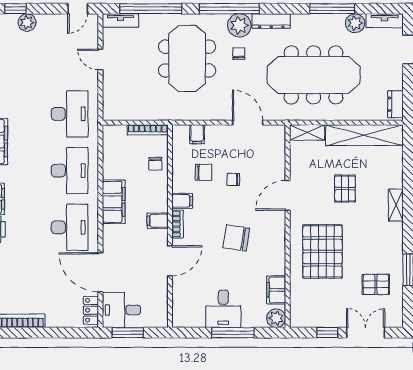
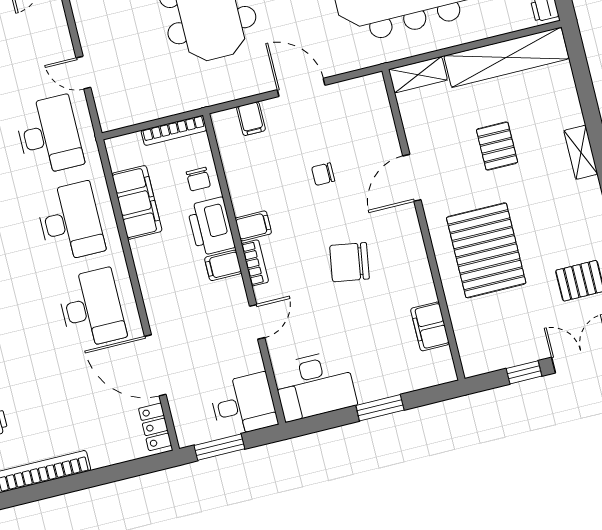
door: (100, 59) -> (83, 73), moved
door: (248, 123) -> (301, 87), moved
chair: (203, 172) -> (275, 174), removed
printer: (156, 195) -> (211, 226), added
filing cabinet: (114, 202) -> (137, 202), moved
door: (170, 261) -> (257, 322), width x0.73
desk: (223, 309) -> (315, 385), moved, width x1.37
desk: (121, 310) -> (244, 405), moved, turned 180
plant: (276, 318) -> (441, 370), removed
window: (233, 333) -> (380, 408), width x0.69

